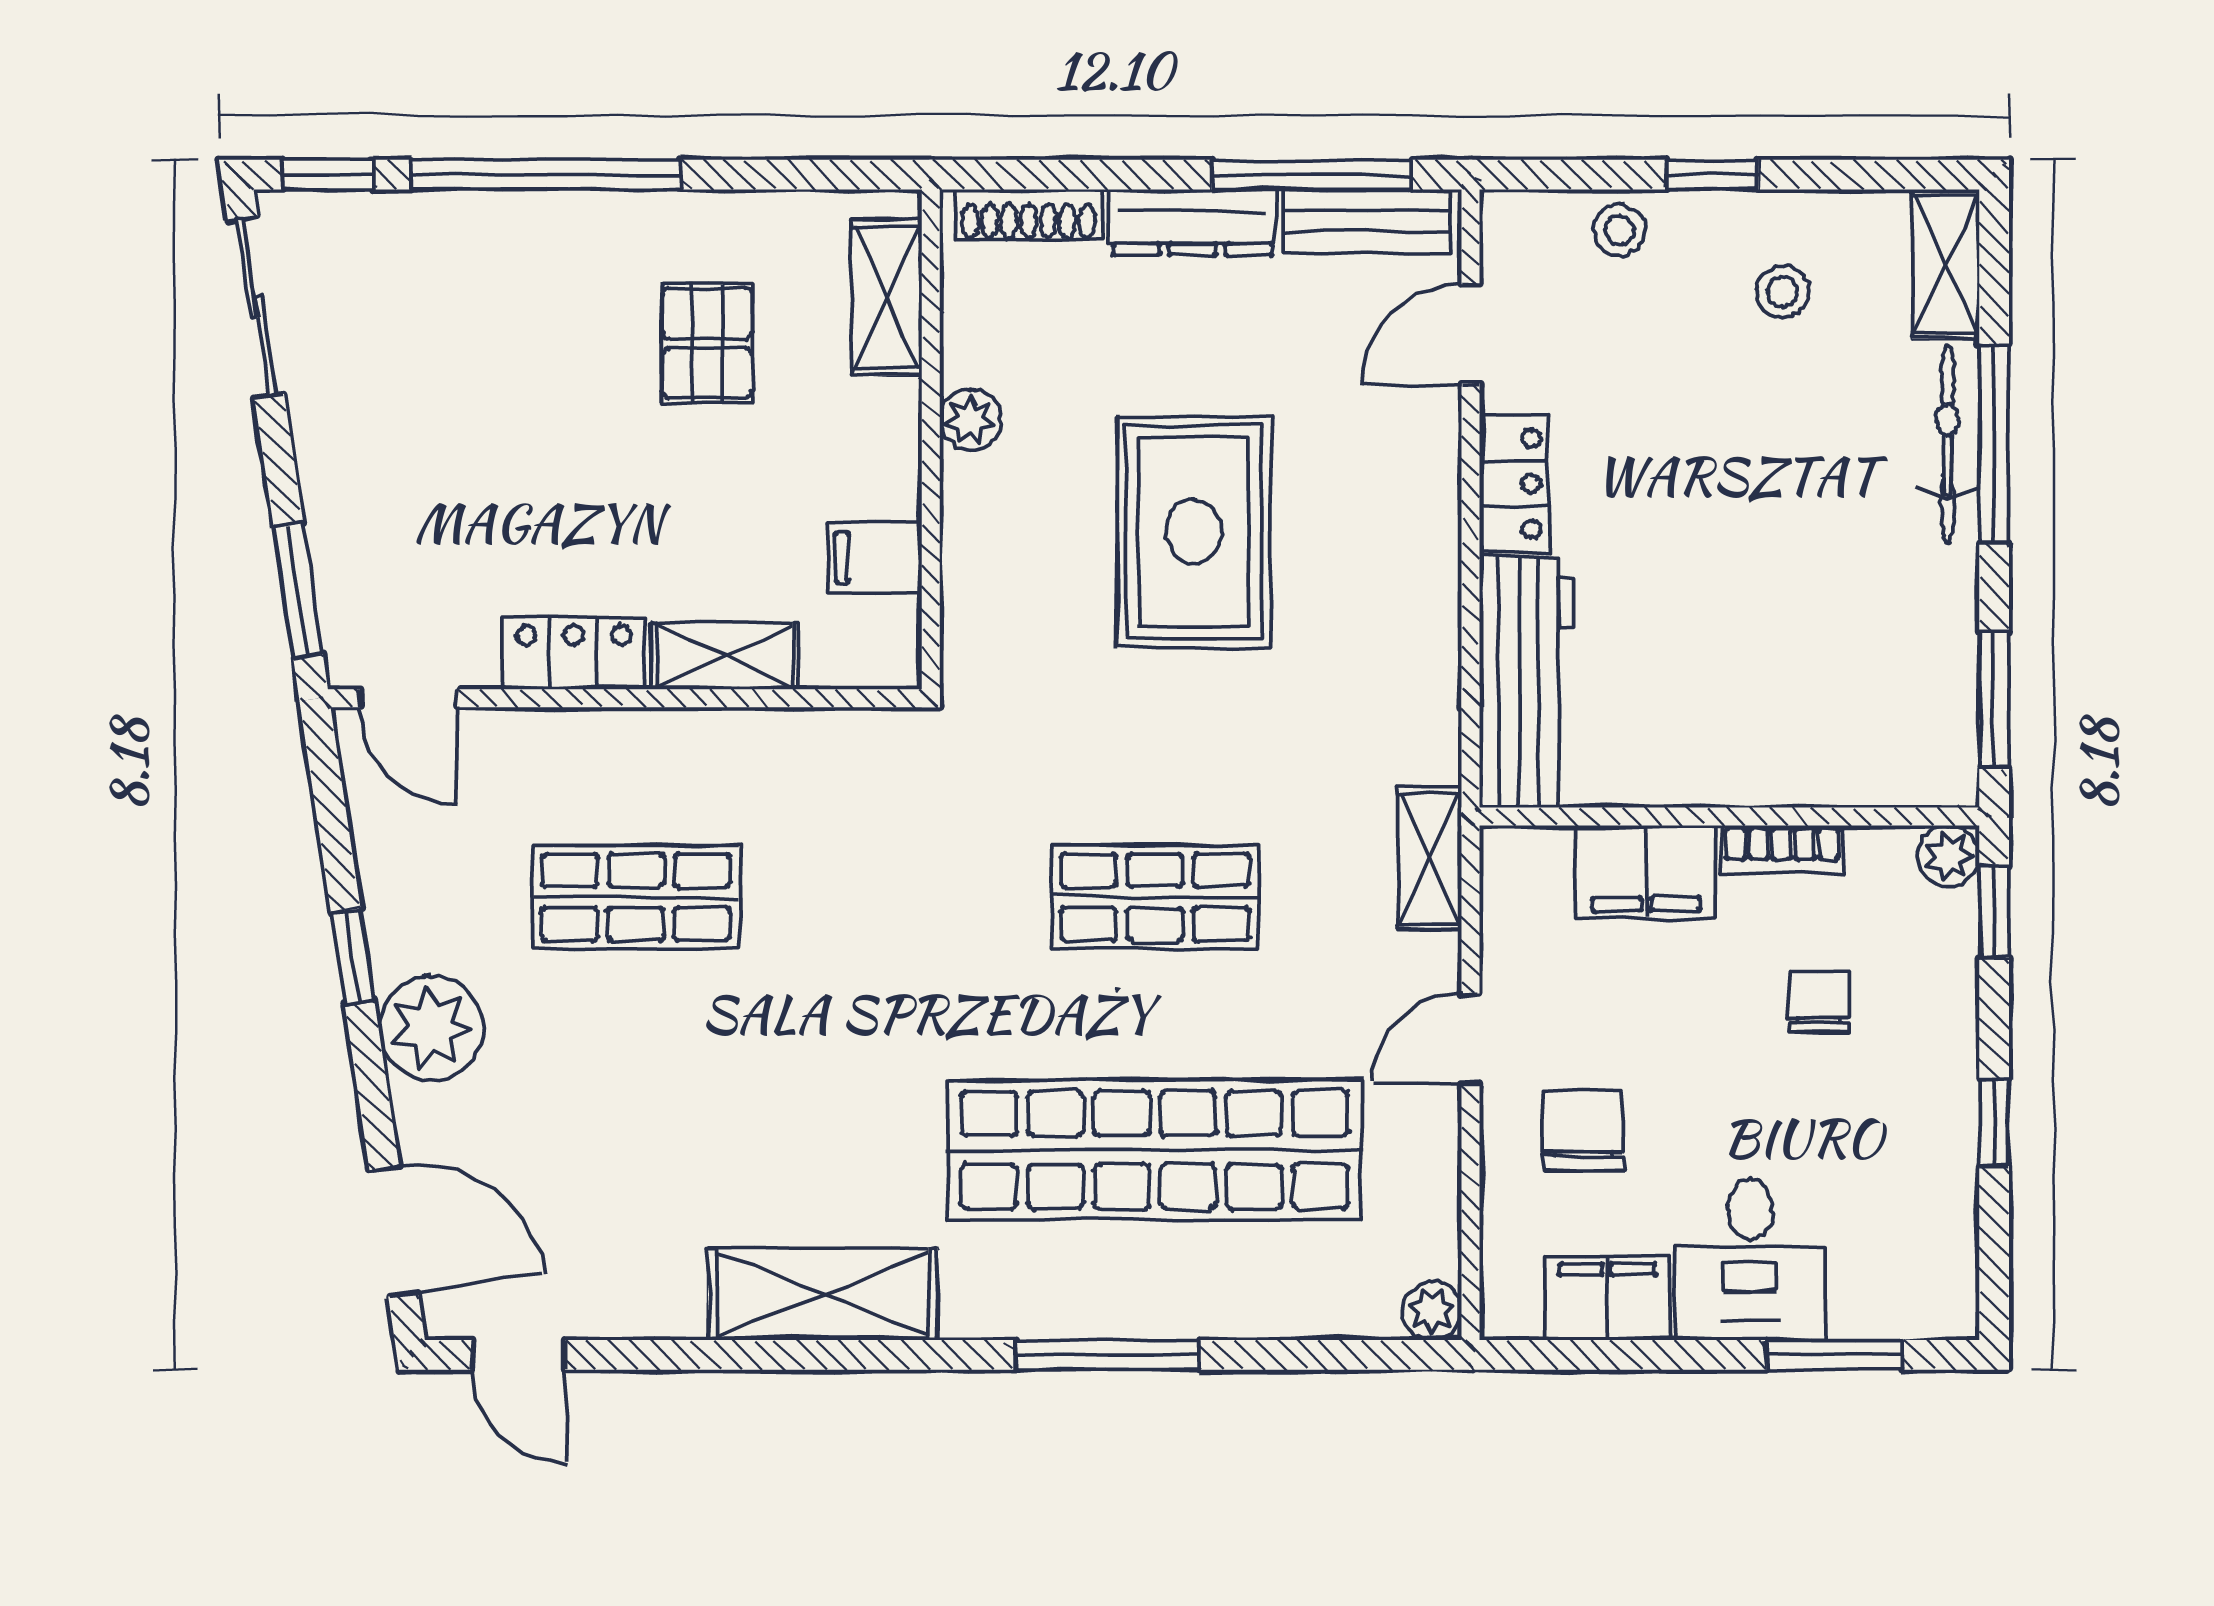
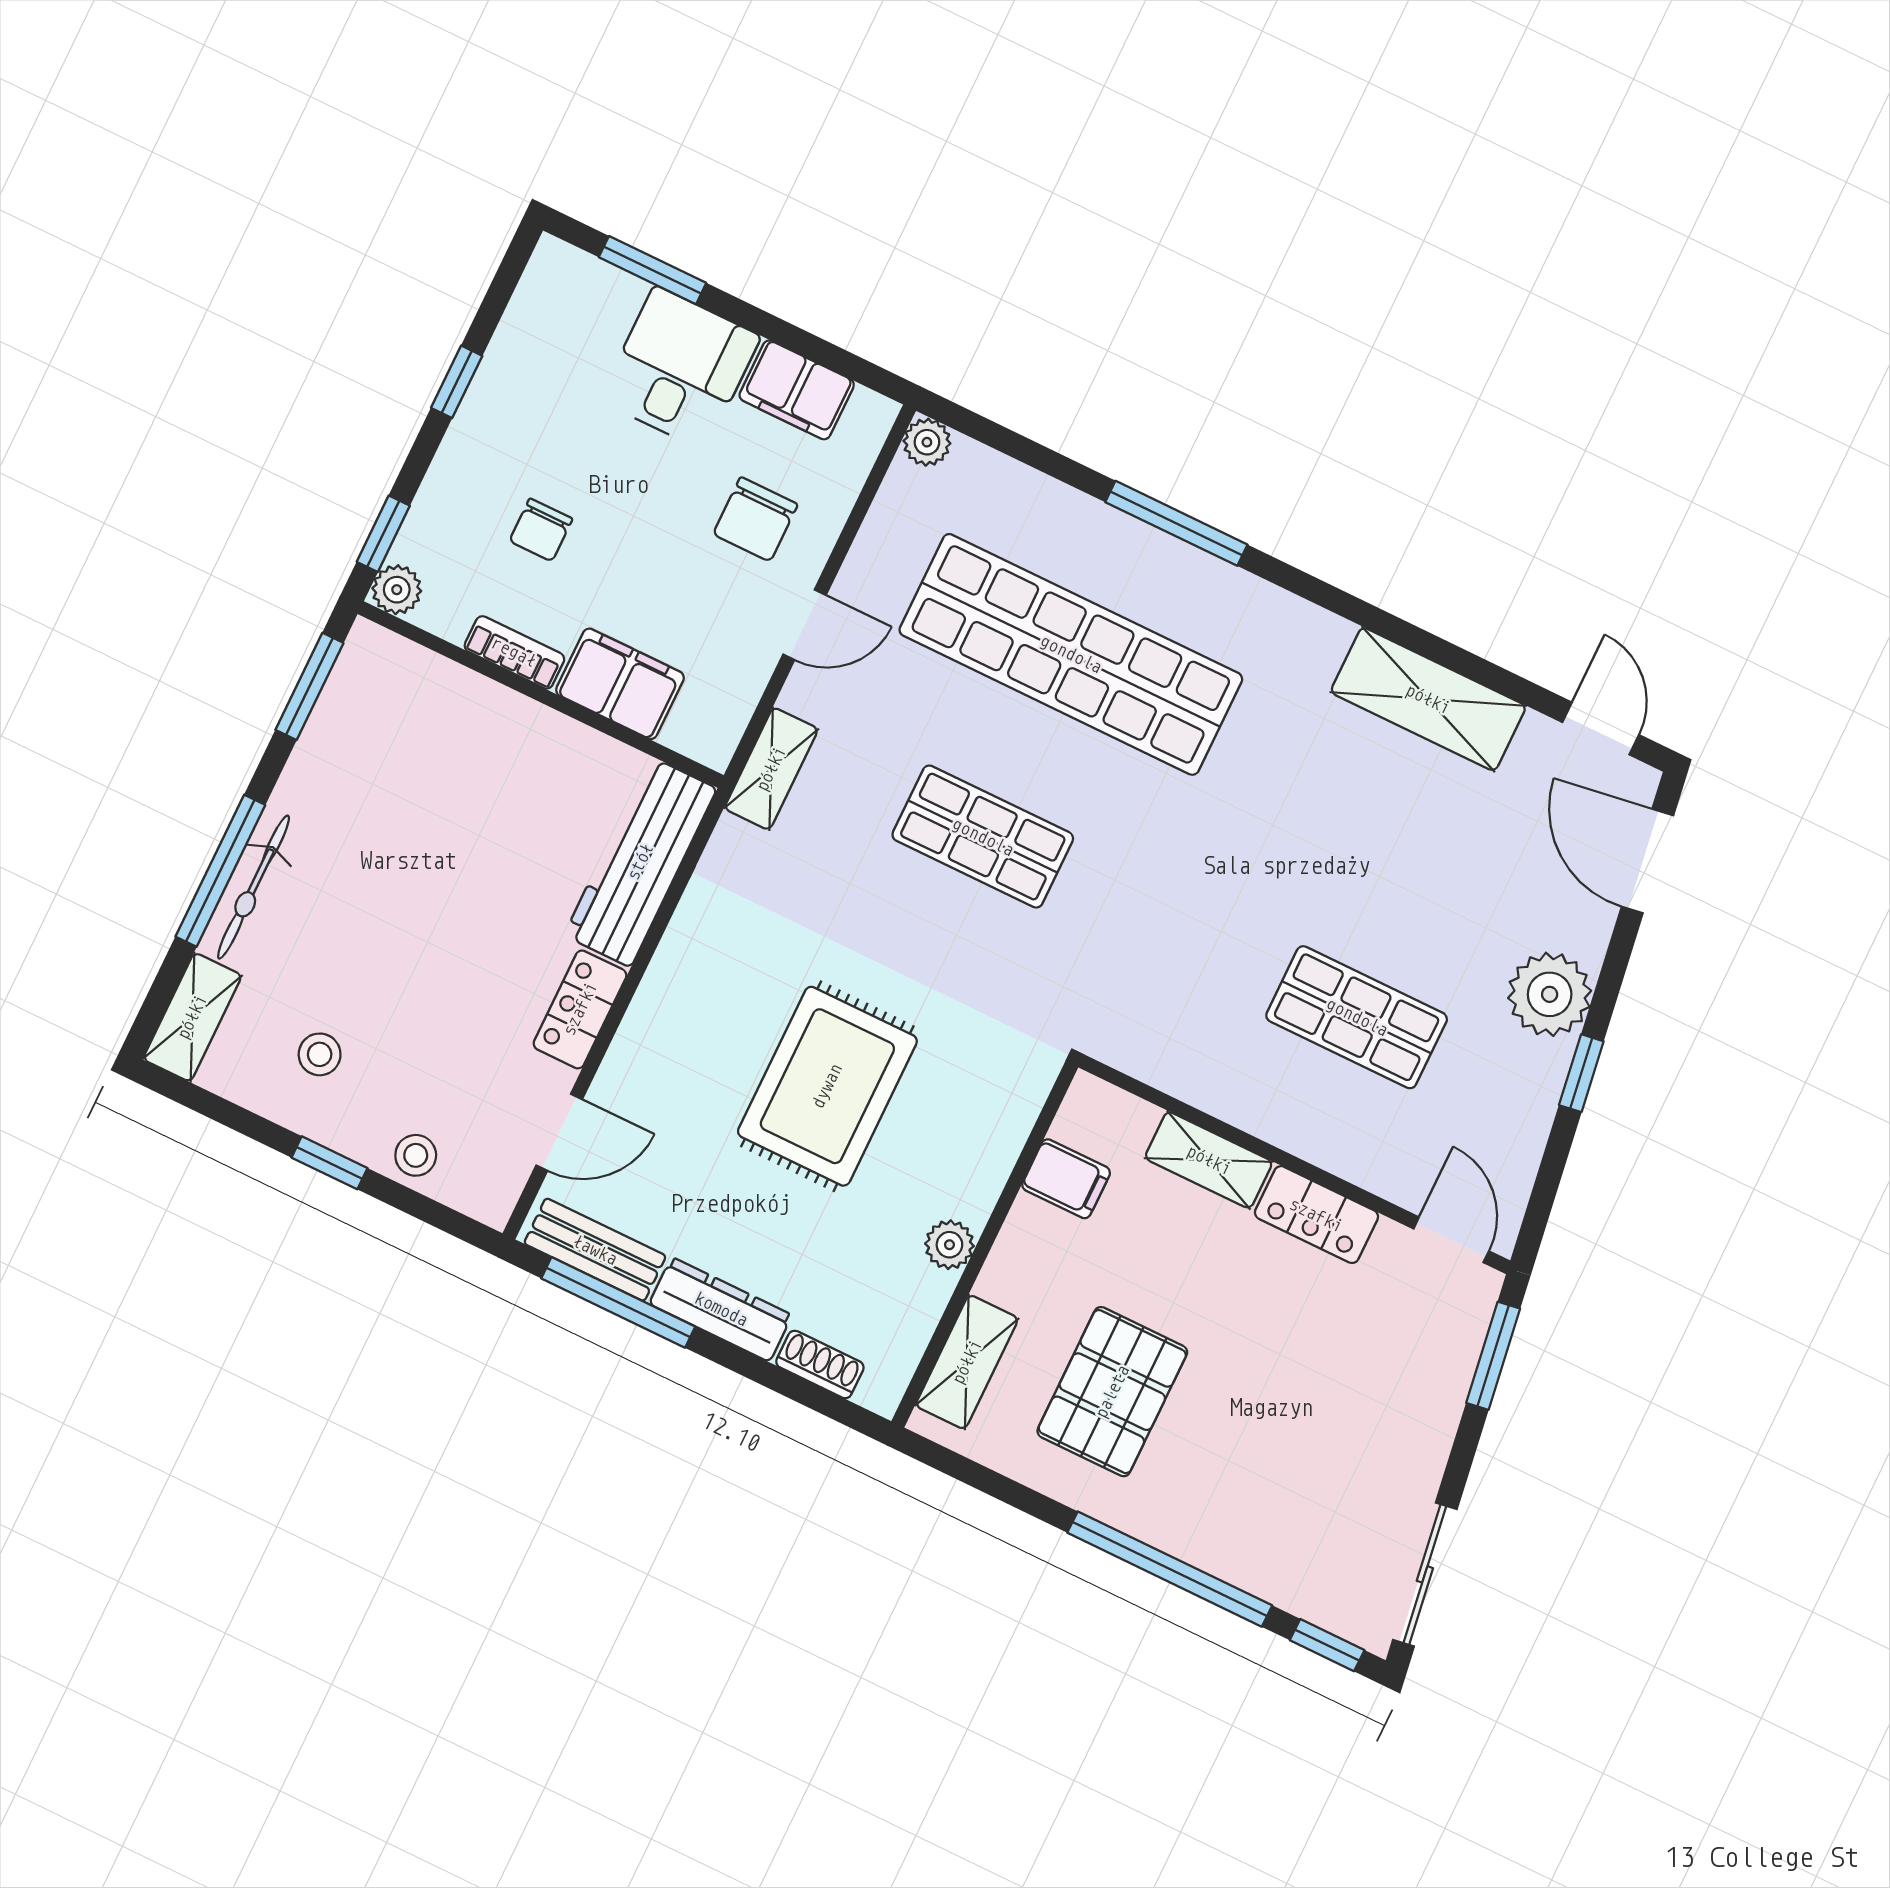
shoe rack: (1029, 215) -> (820, 1364), width x0.70
pallet: (707, 343) -> (1112, 1392), width x1.50, depth x1.42
shelving: (823, 1294) -> (1428, 699), moved

